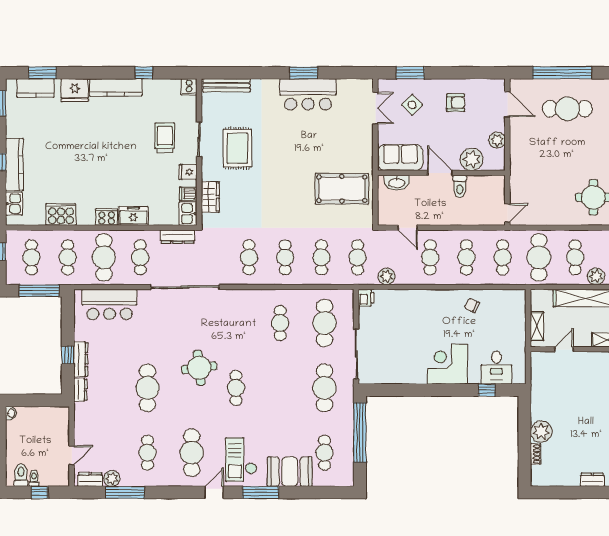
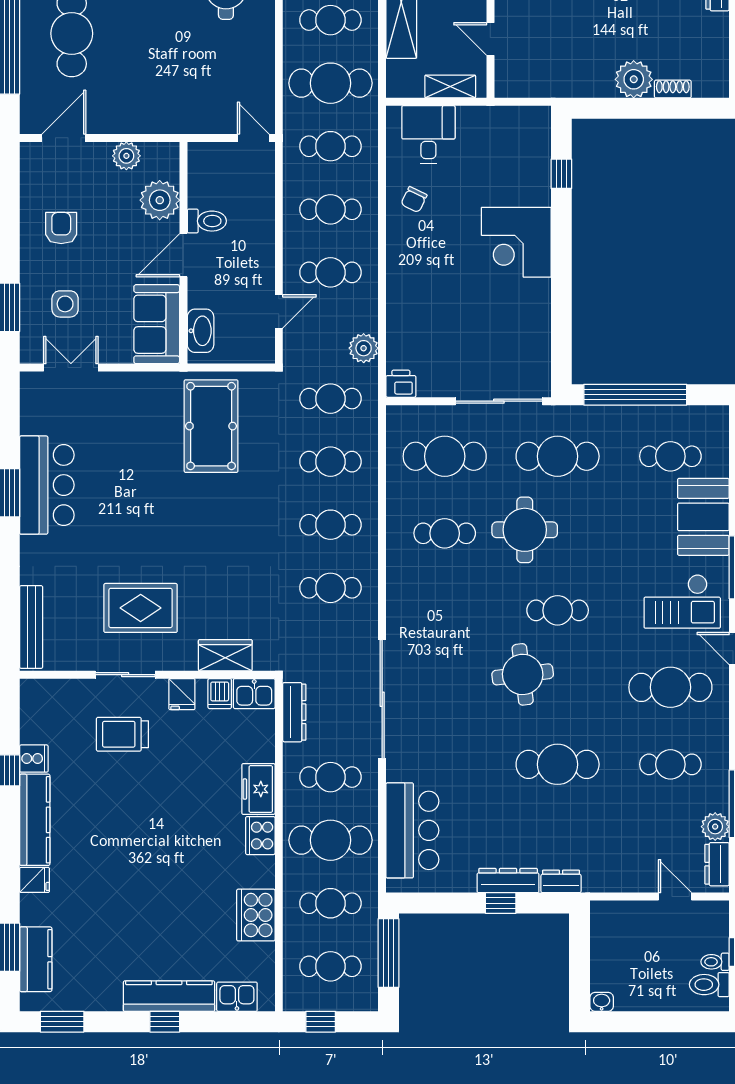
cooker: (189, 87) -> (34, 759), moved
fridge: (75, 90) -> (34, 880), width x0.53, depth x0.75
side table: (412, 105) -> (65, 304), turned 45
desk: (496, 368) -> (428, 134), moved, turned -90
round table: (282, 369) -> (525, 530), added

